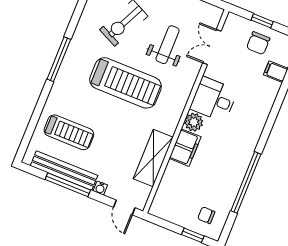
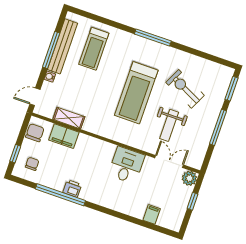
chair: (258, 43) -> (35, 133), moved, turned 90
weight bench: (168, 45) -> (169, 125), turned 90
plant: (194, 122) -> (189, 178), moved
filing cabinet: (185, 148) -> (64, 136), moved
shelving: (153, 158) -> (69, 118), width x0.67, depth x0.75
printer: (239, 168) -> (72, 188), added

